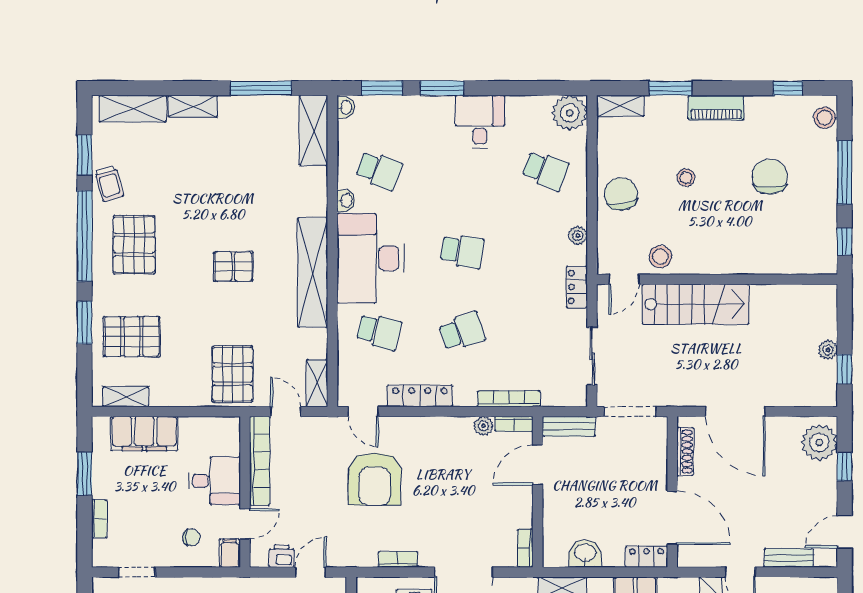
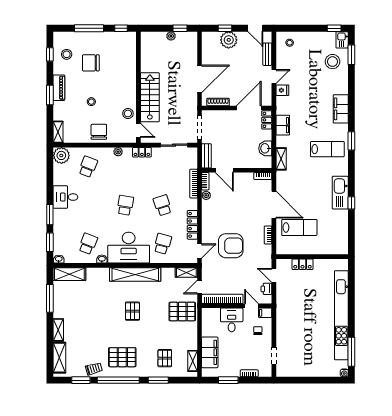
window: (670, 88) -> (50, 95), moved
stool: (825, 118) -> (67, 54), moved
chair: (621, 194) -> (99, 132), turned 100
pallet: (132, 336) -> (165, 358), width x0.67, depth x0.71
plant: (819, 443) -> (229, 40), moved

